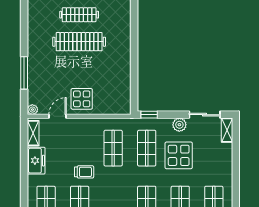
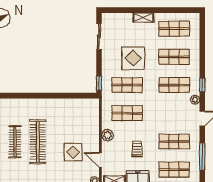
display table: (82, 99) -> (73, 152), moved
plant: (179, 125) -> (107, 135), moved
shelving: (227, 130) -> (143, 18), moved
trolley: (84, 172) -> (137, 149), moved

